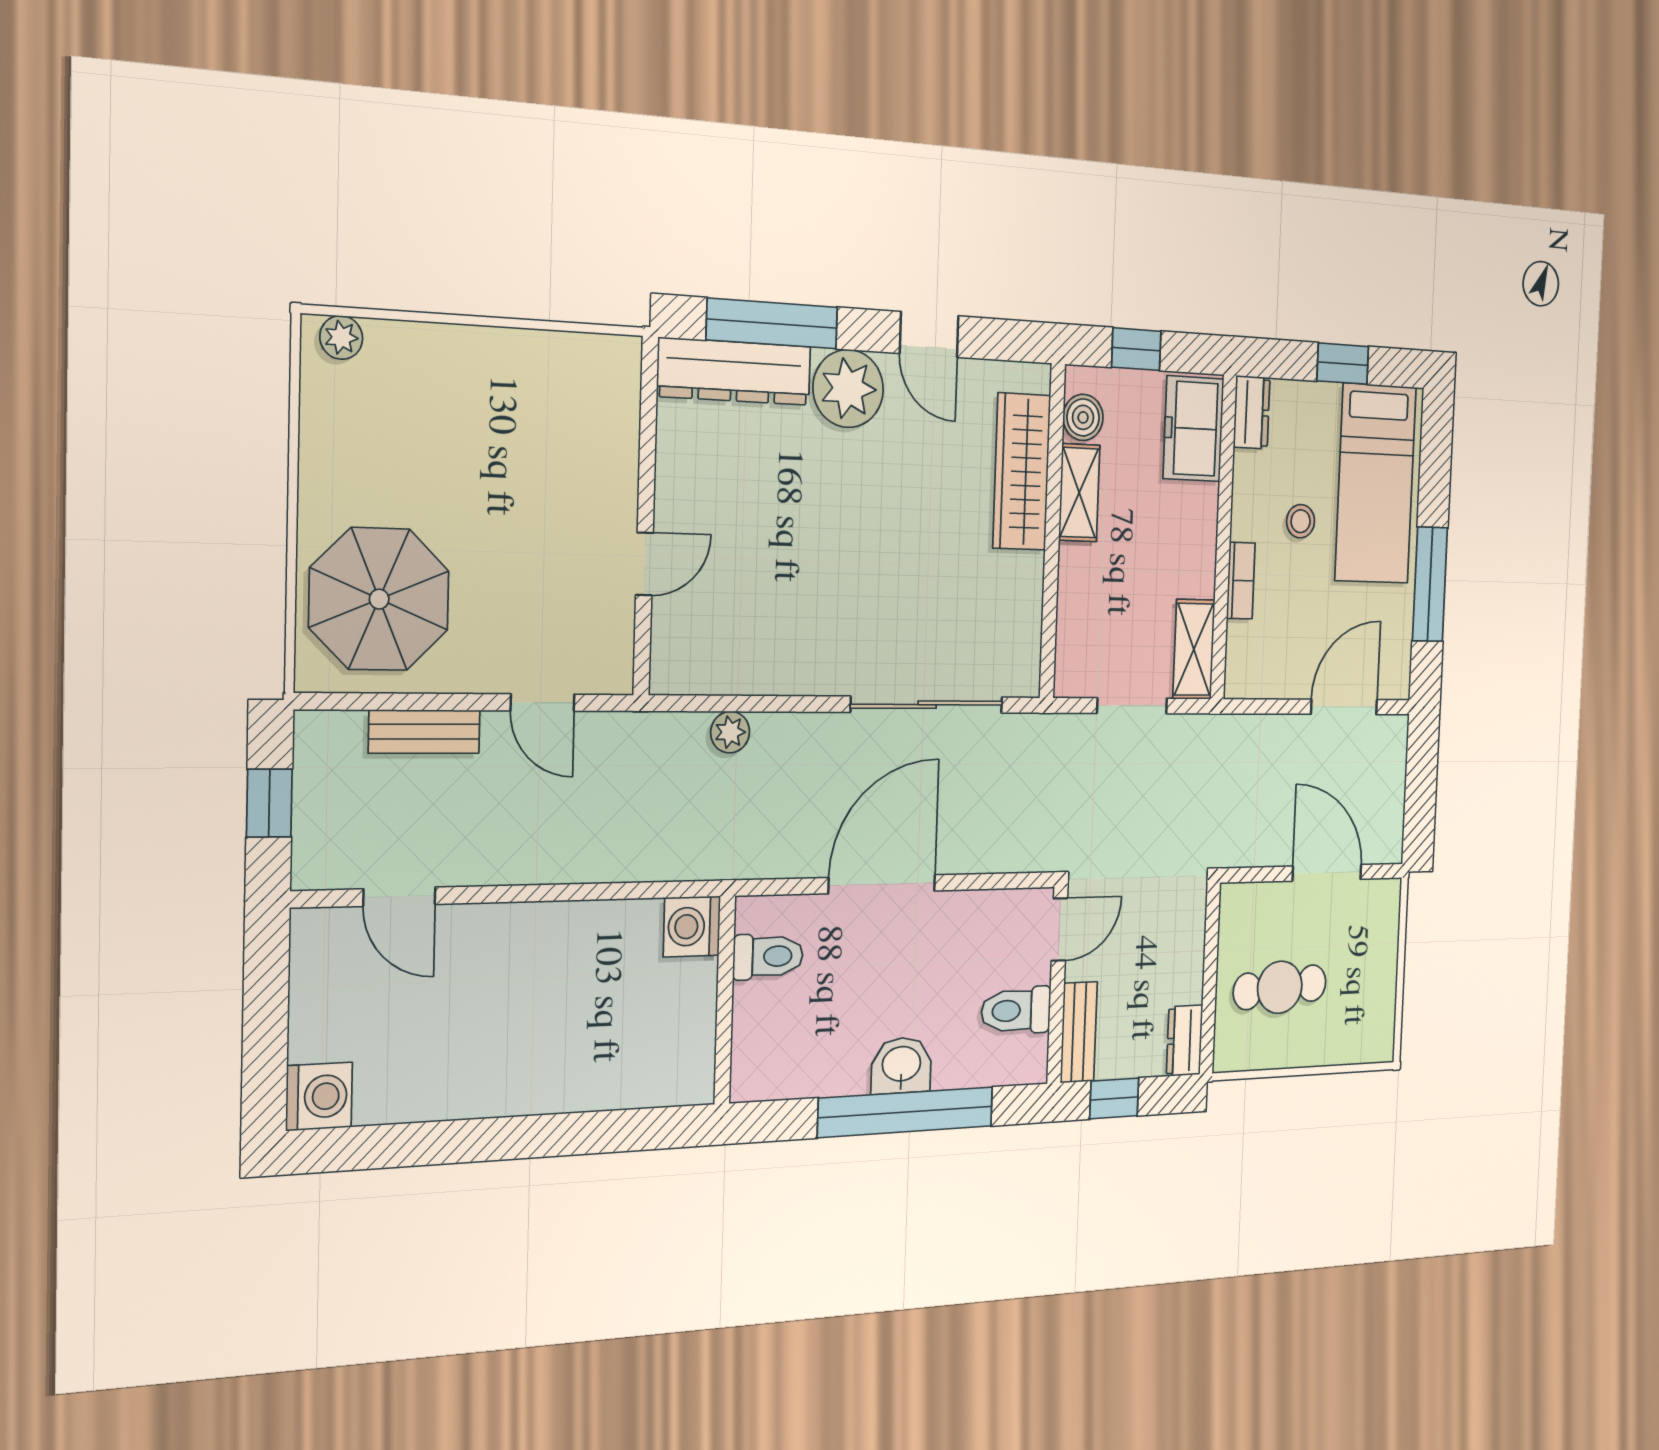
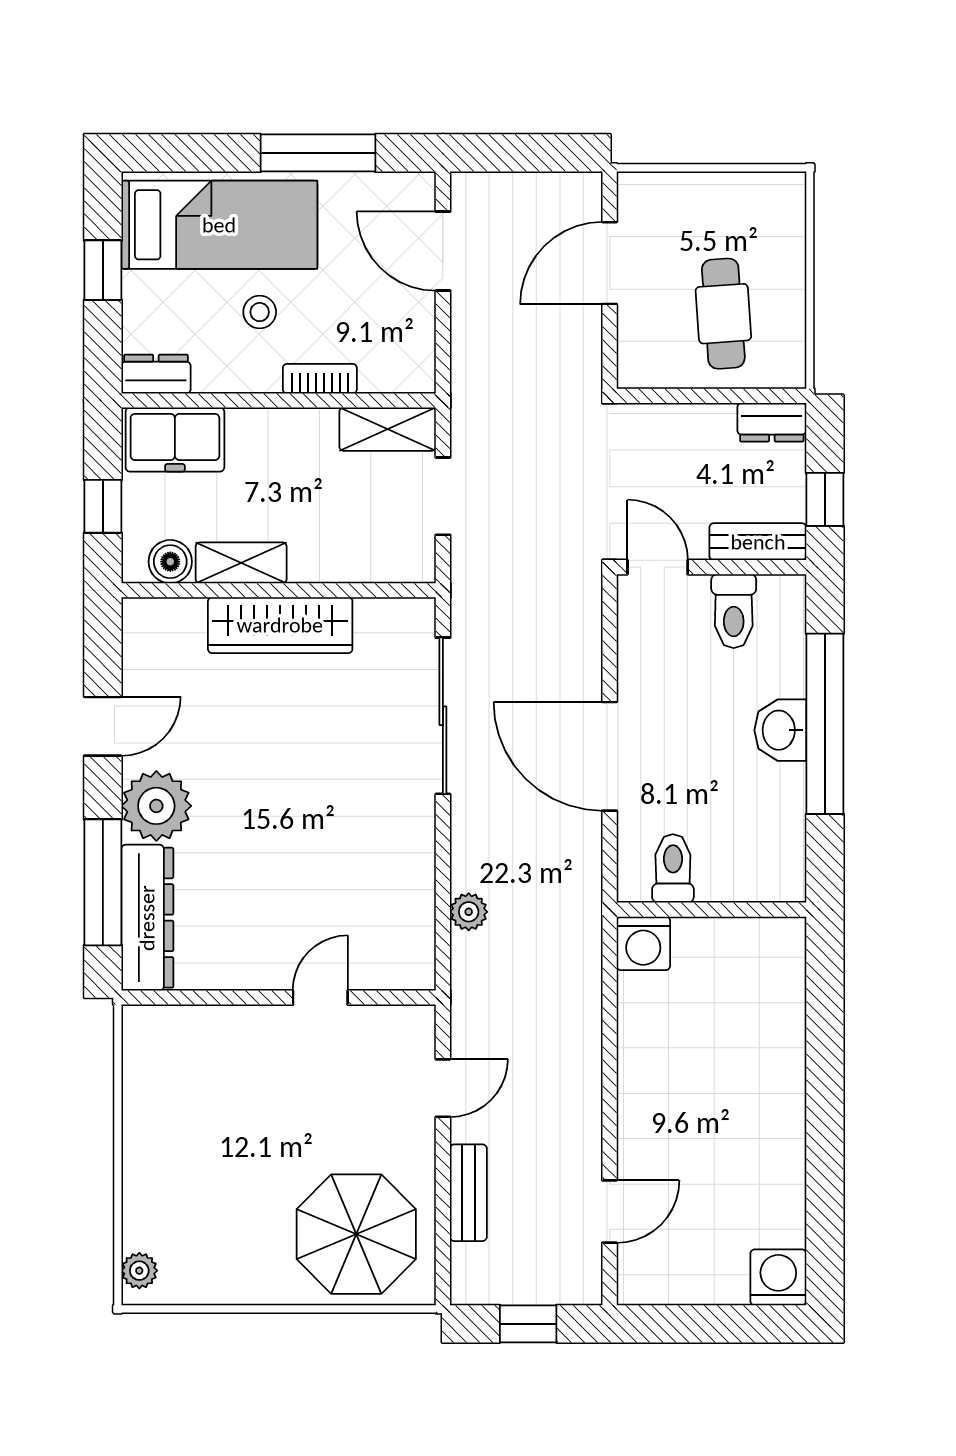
wardrobe: (1022, 472) -> (280, 625), moved
door: (644, 564) -> (320, 998), hinge flipped

